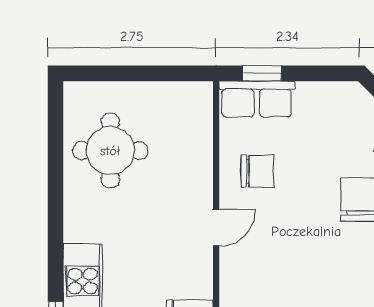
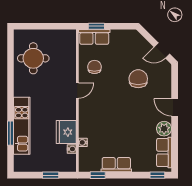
chair: (257, 171) -> (94, 67), turned -90

